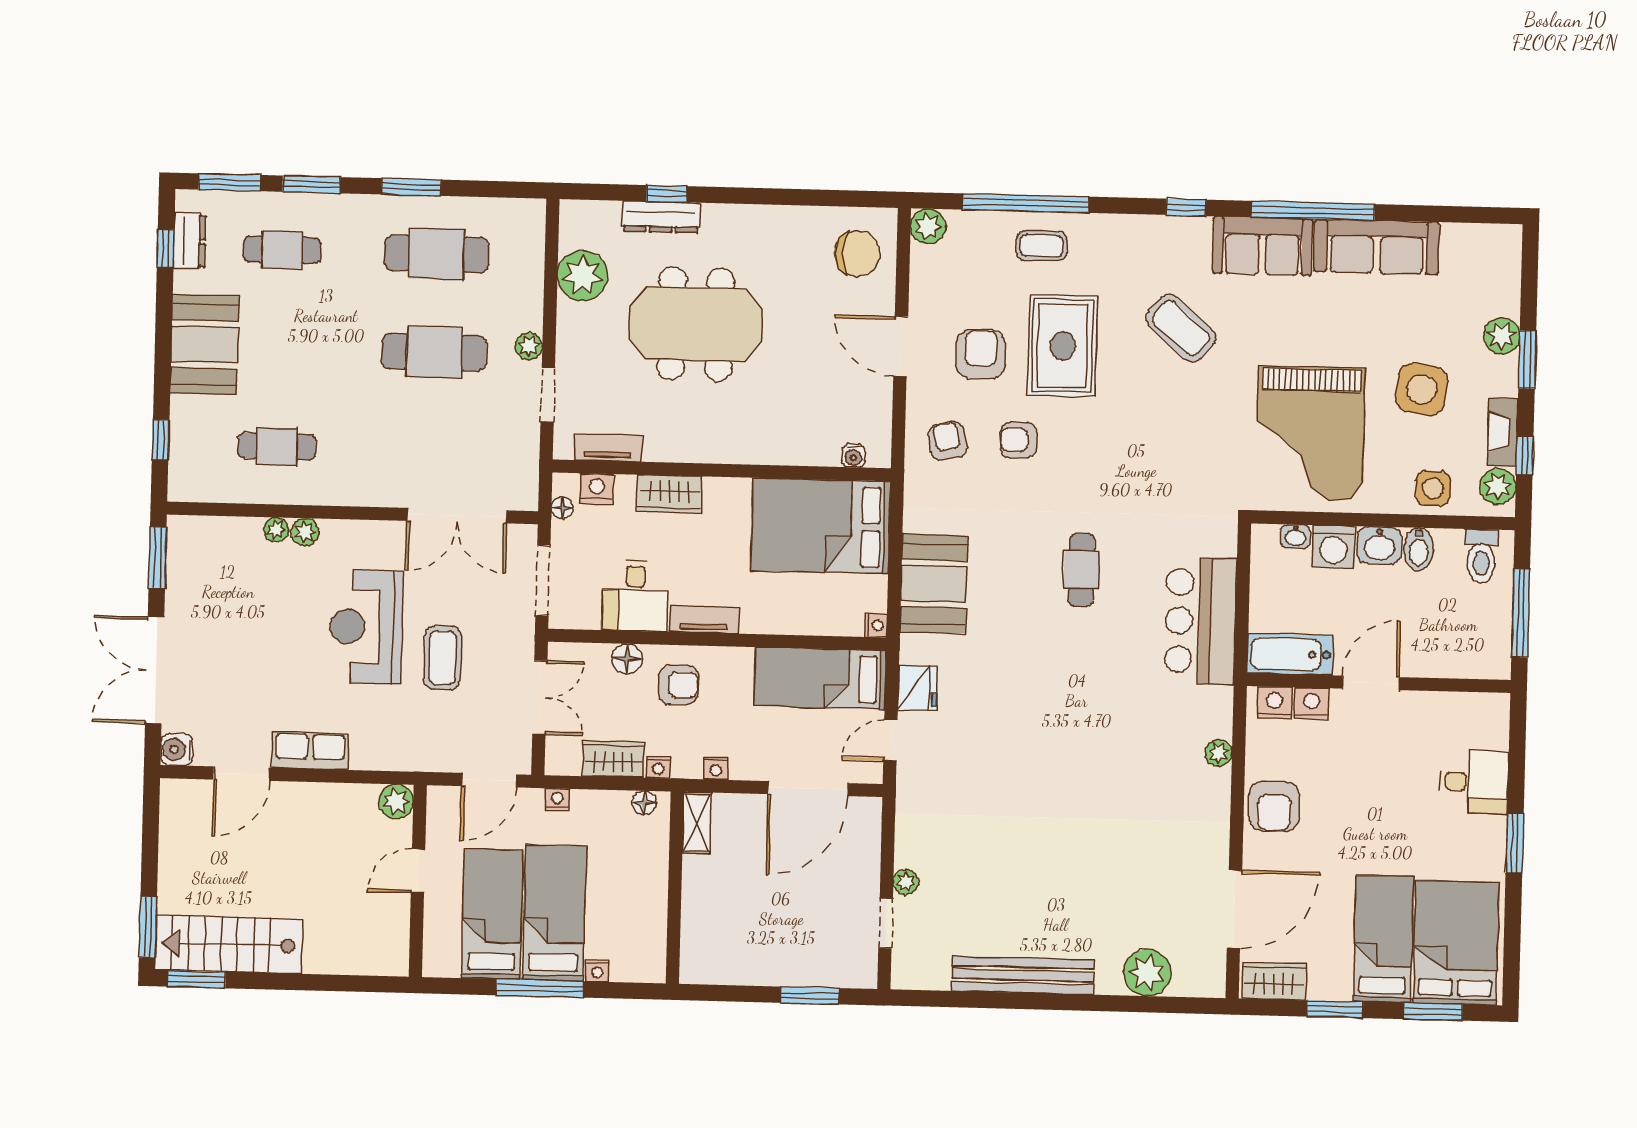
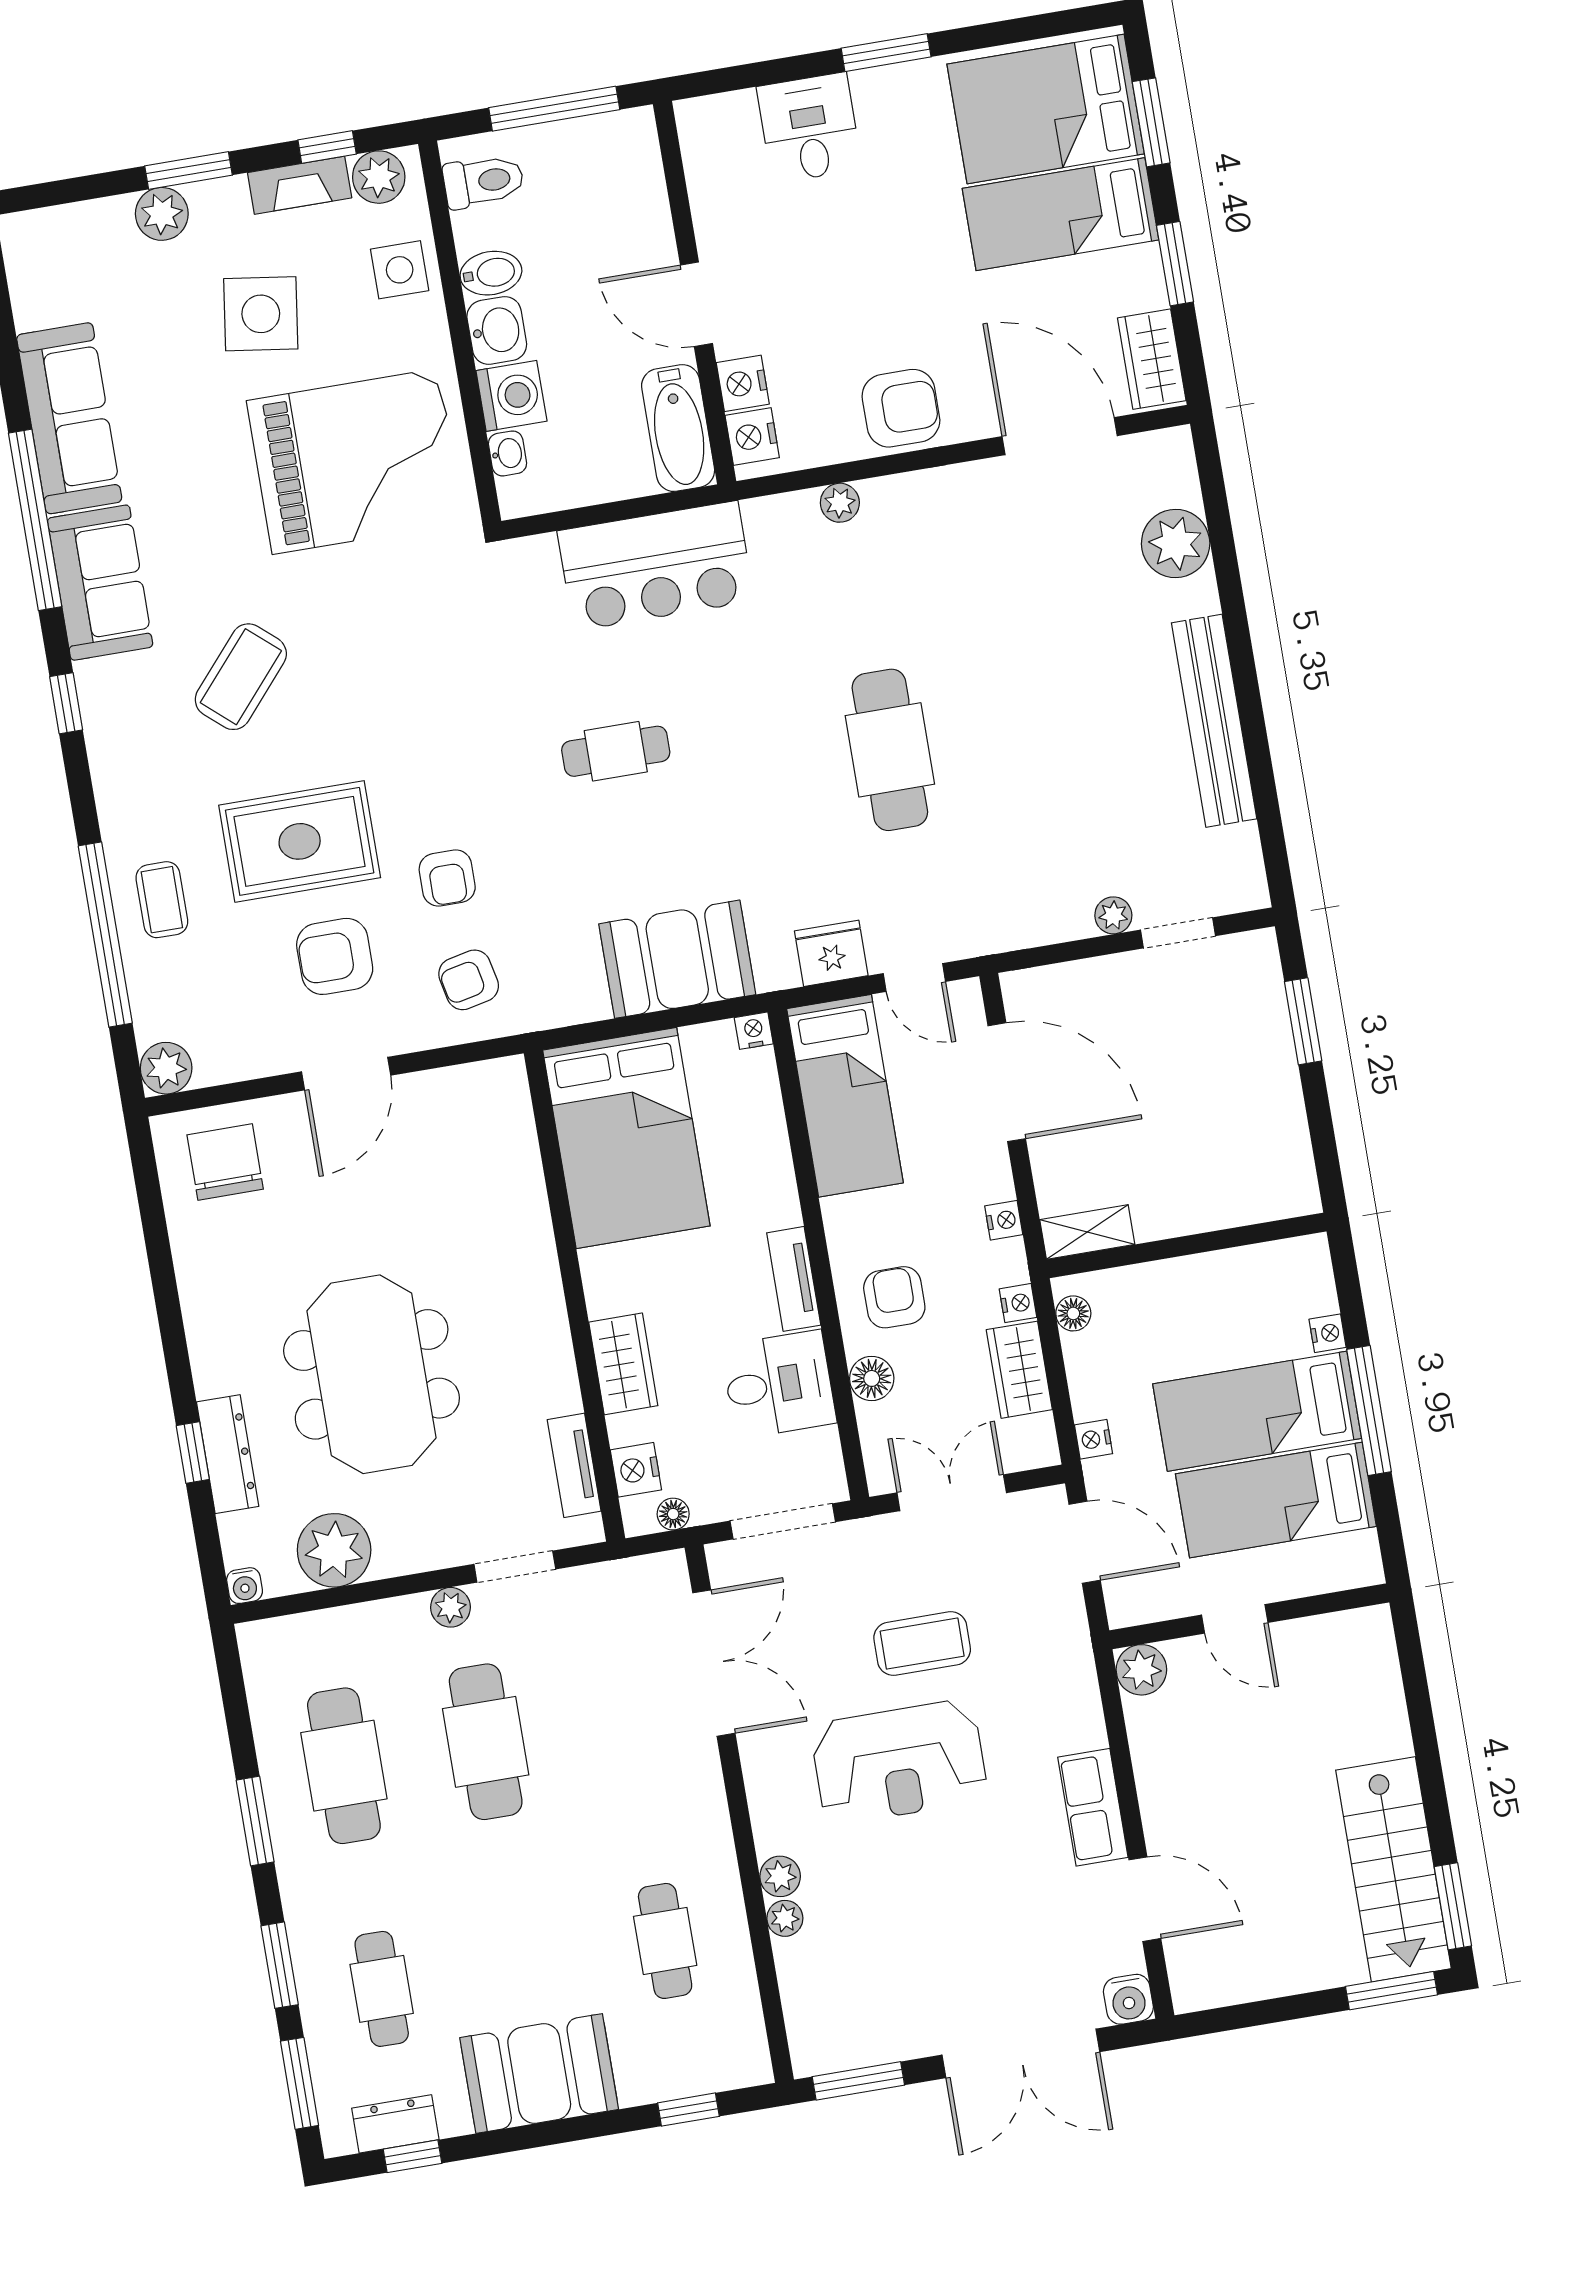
water cooler: (853, 456) -> (245, 1586), moved, turned 90
cafe table: (1046, 754) -> (890, 750), added

